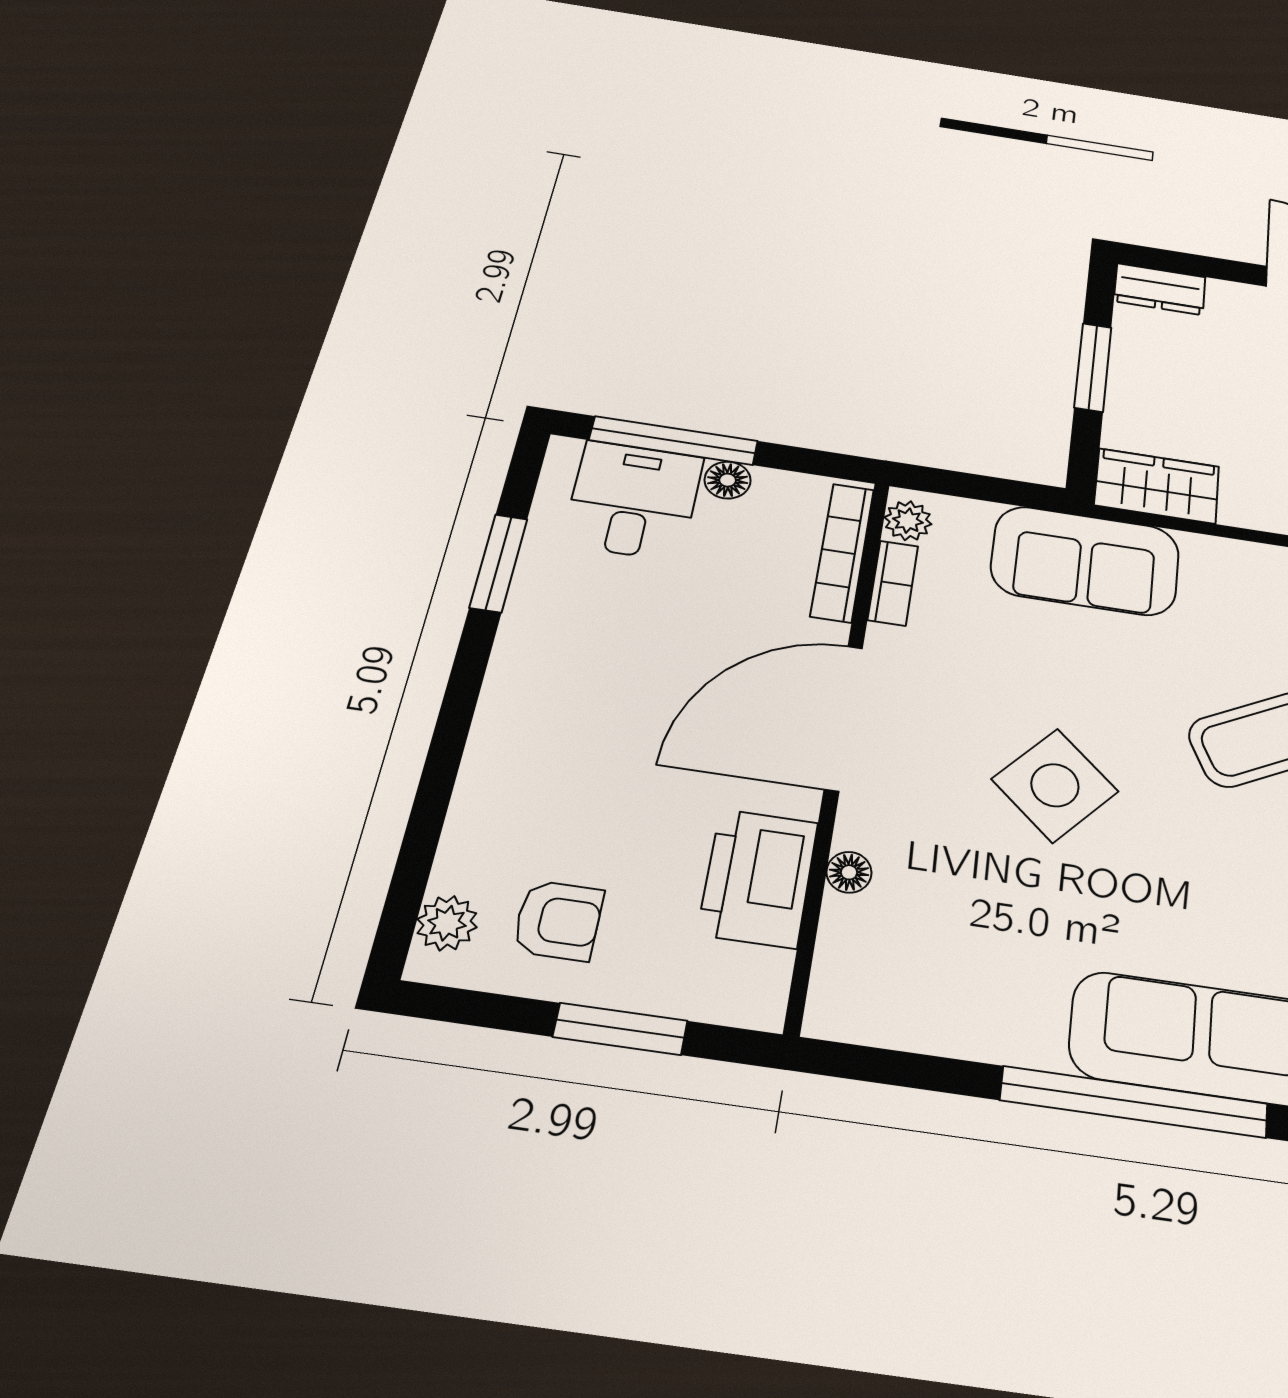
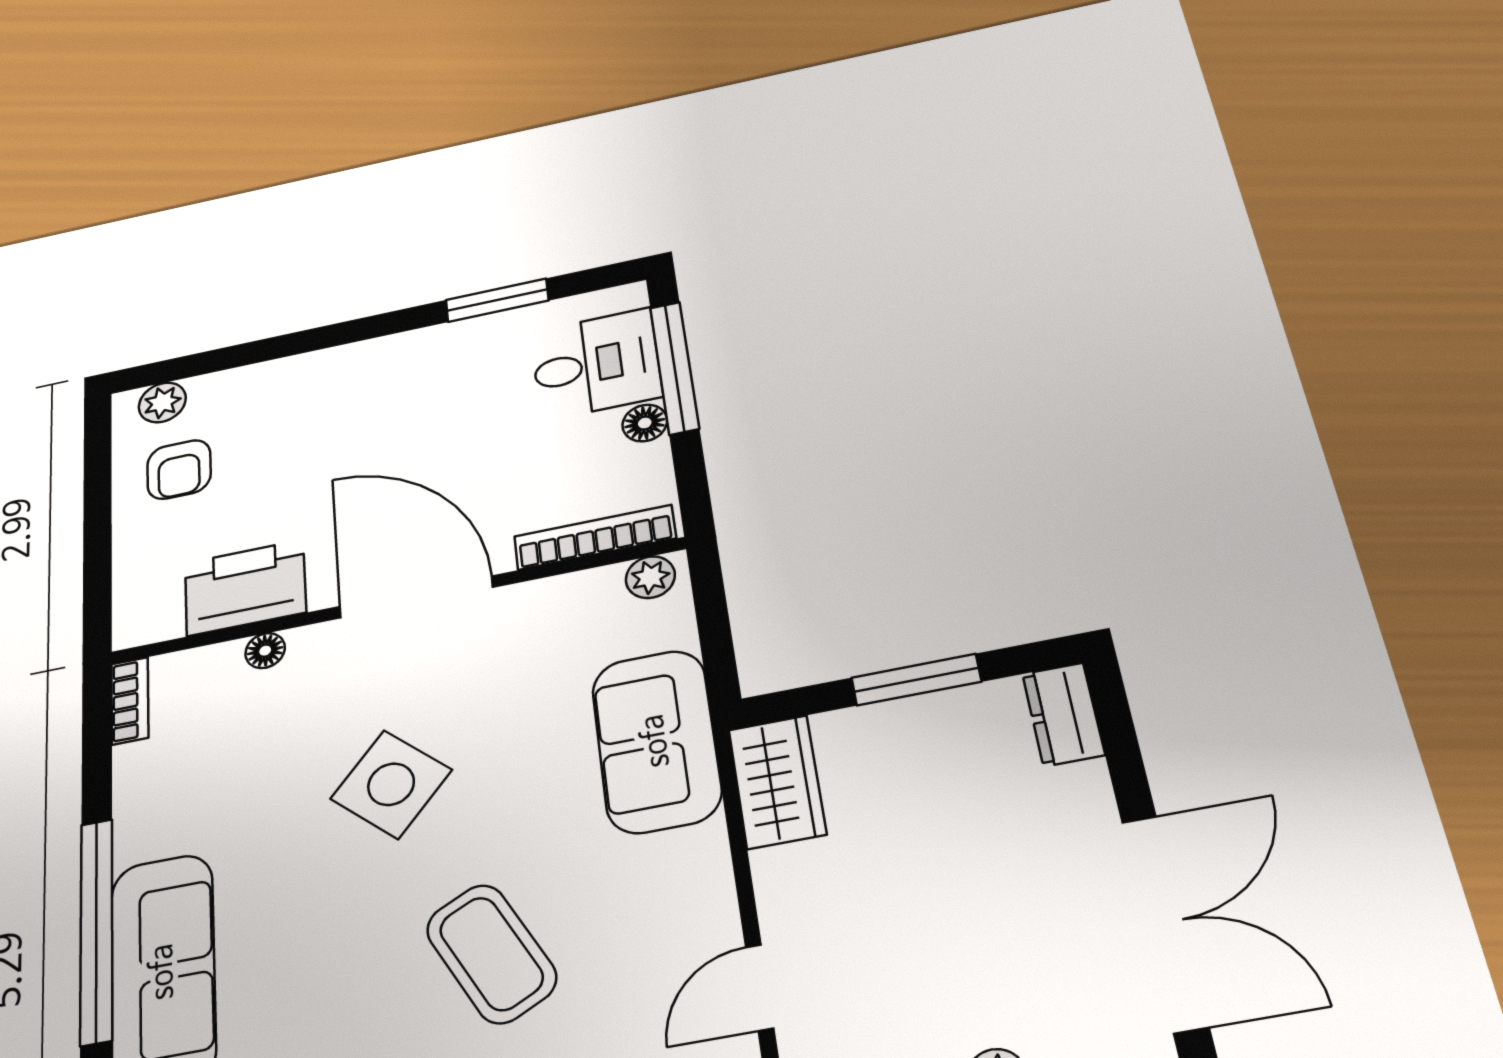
bookcase: (893, 583) -> (130, 701), moved, turned -90
window: (620, 1029) -> (97, 543), removed

